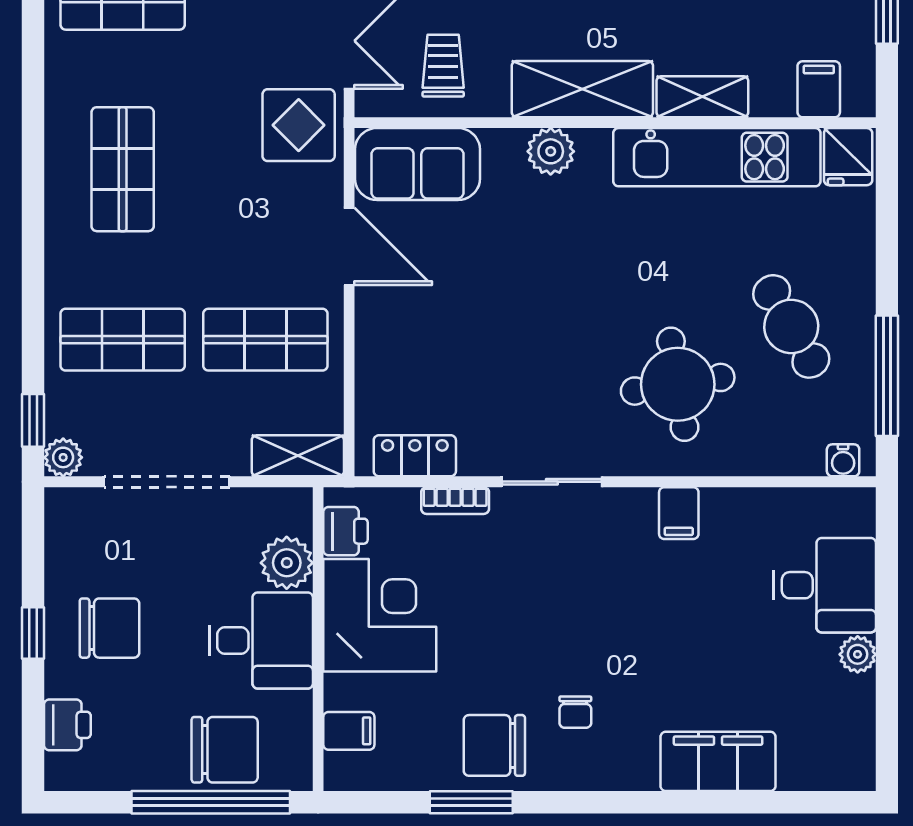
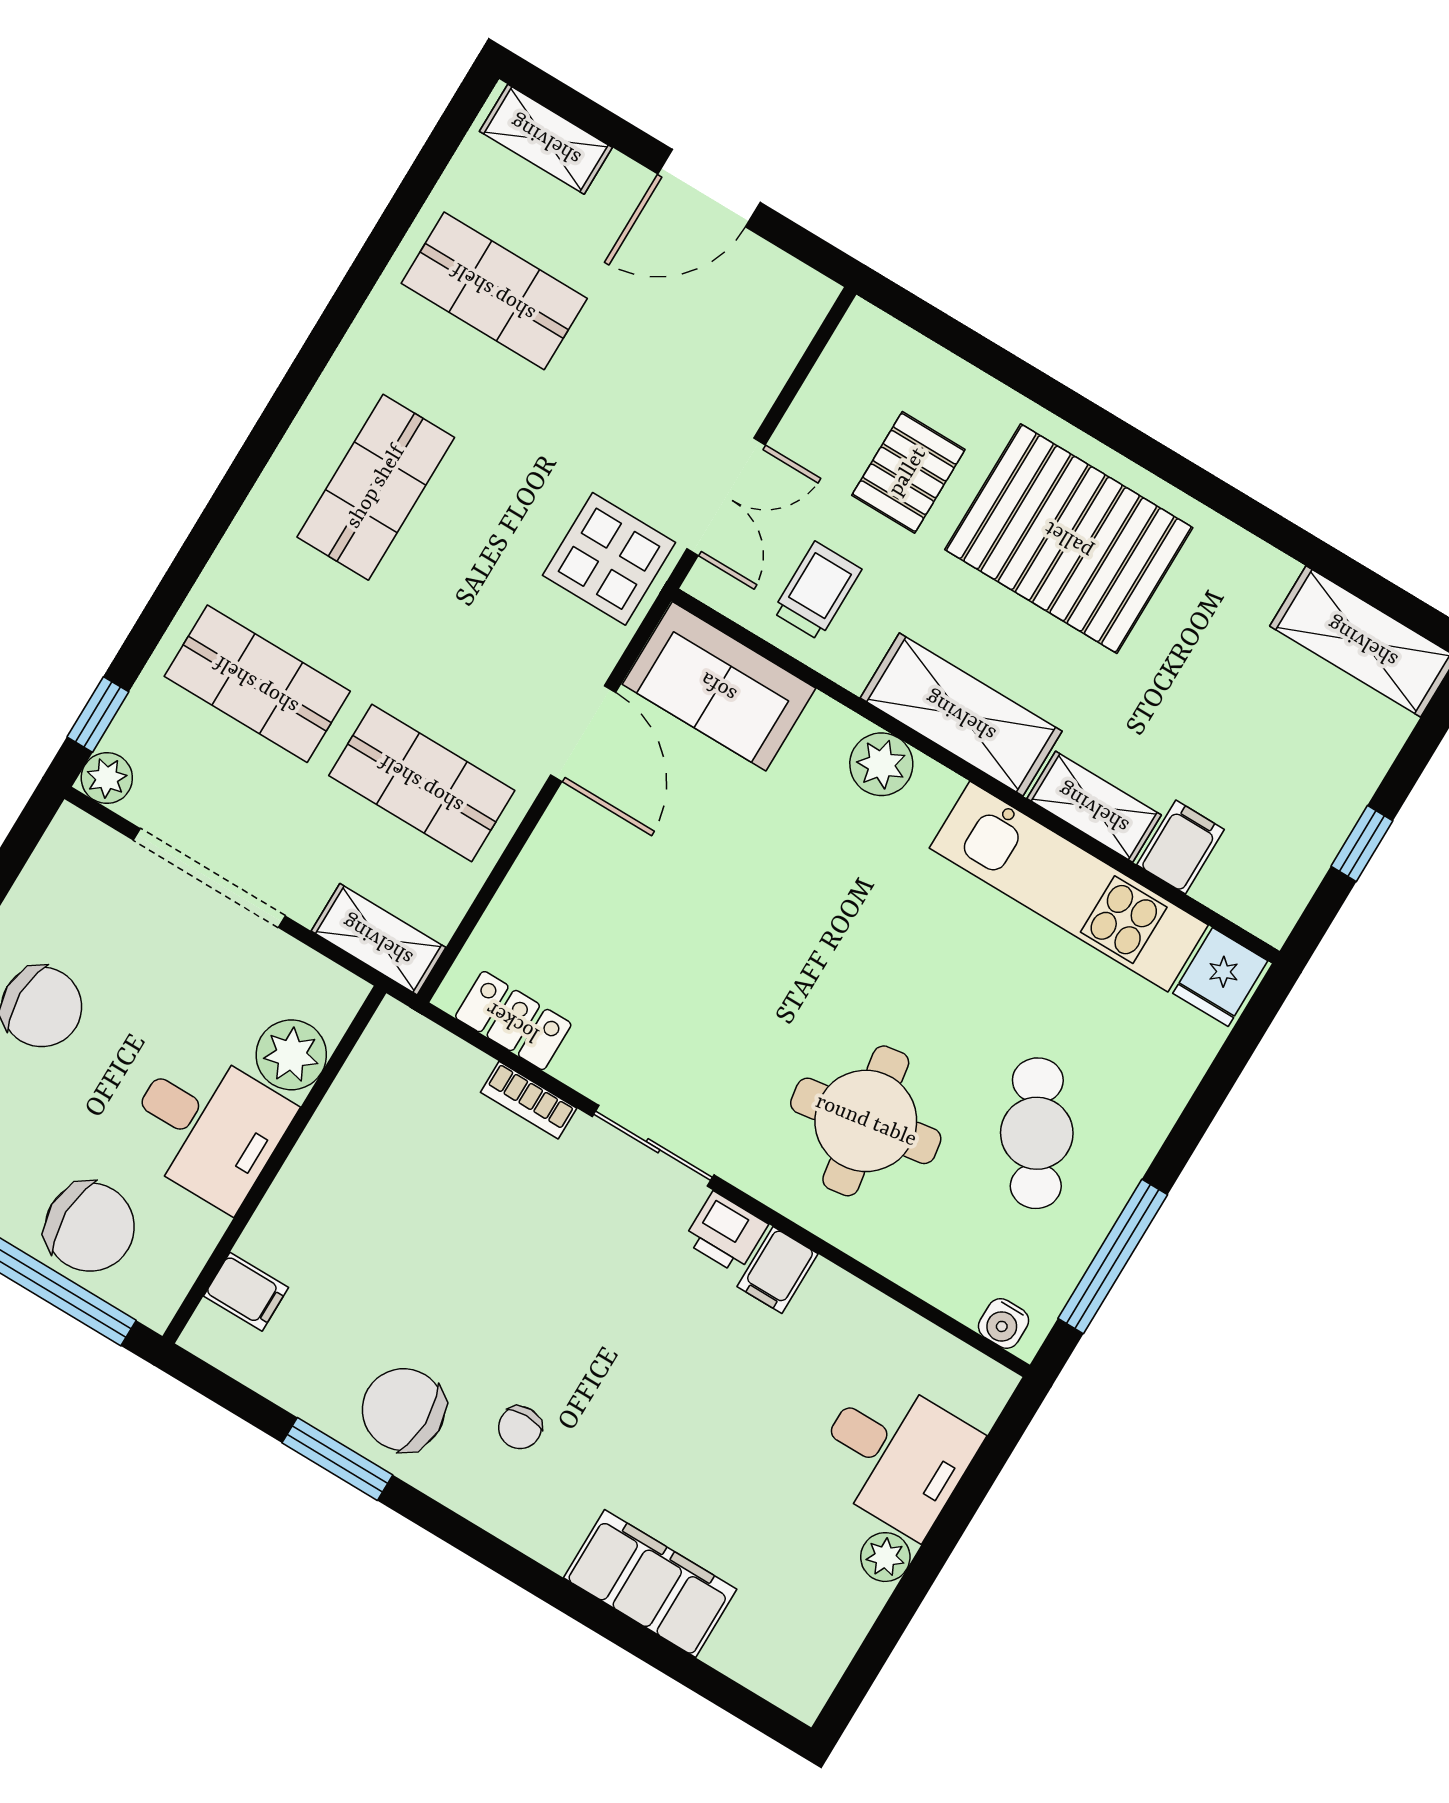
filing cabinet: (819, 89) -> (1181, 847), moved
printer: (345, 531) -> (726, 1233), moved, turned 90
corner desk: (380, 615) -> (362, 1180), removed

